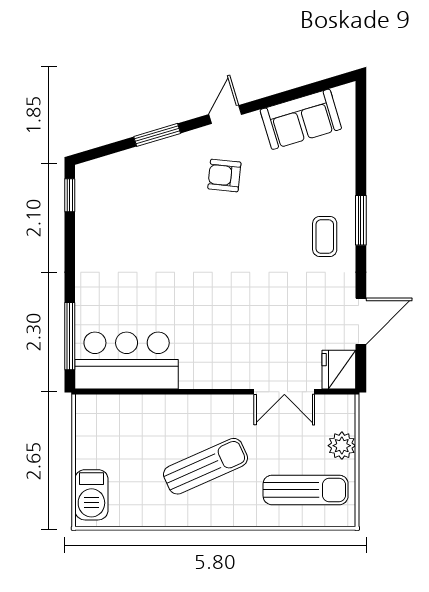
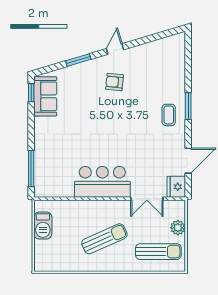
sofa: (301, 119) -> (45, 96), moved, turned -73
bar counter: (127, 361) -> (102, 182), moved
barbecue: (91, 495) -> (43, 226), moved

